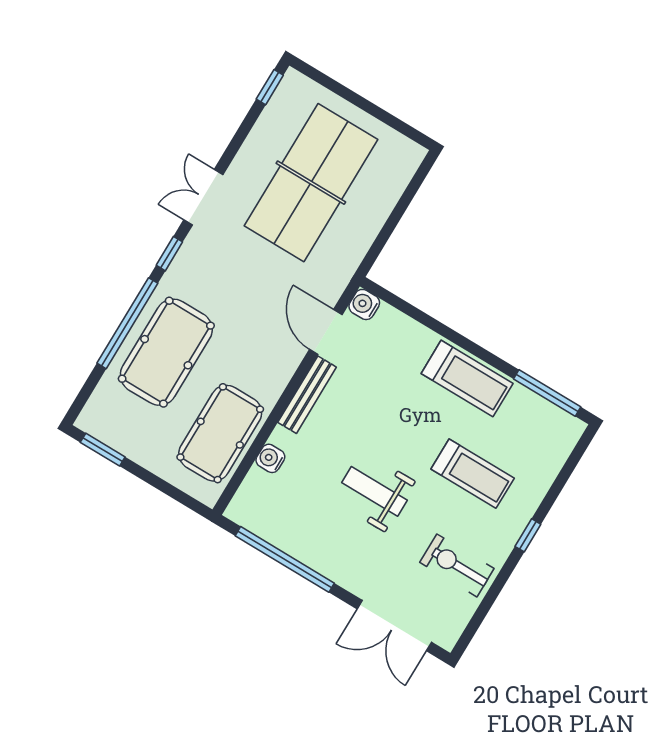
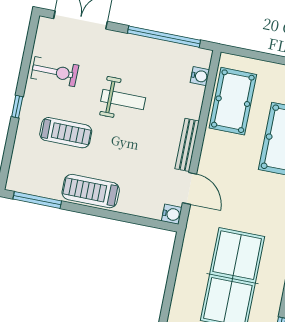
water cooler: (270, 458) -> (200, 76), moved
treadmill: (473, 474) -> (66, 133), turned 180

